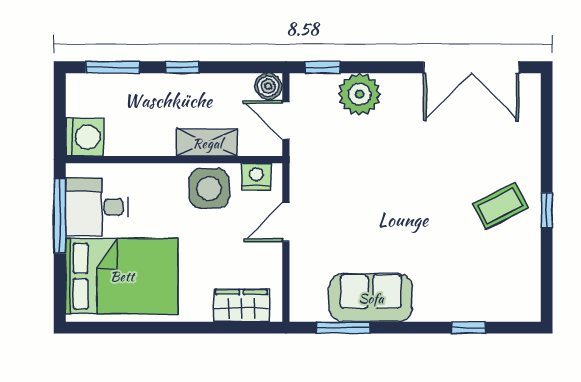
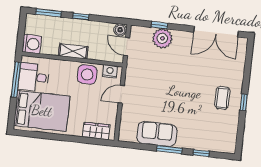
window: (323, 67) -> (159, 25), moved
shelving: (207, 143) -> (73, 51), moved
coffee table: (500, 206) -> (222, 98), turned -63
window: (343, 328) -> (169, 150), moved

